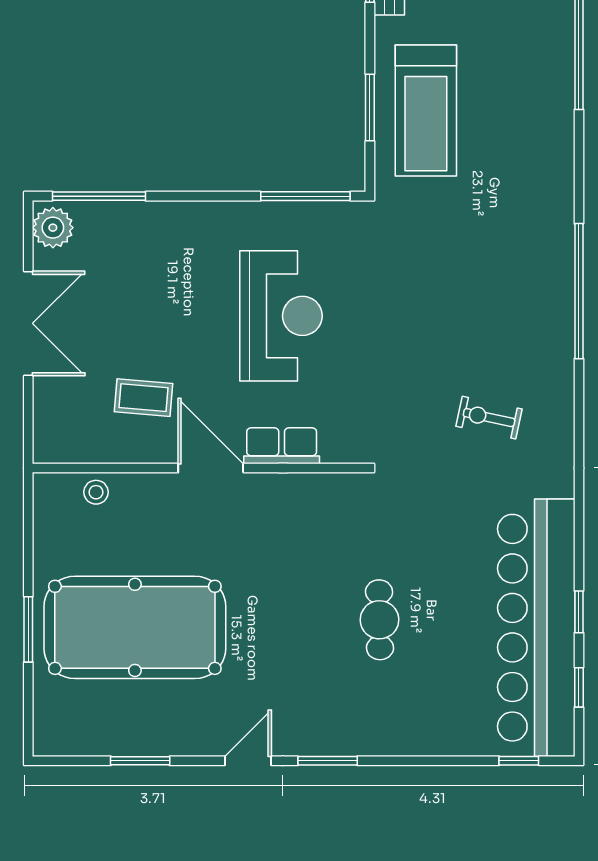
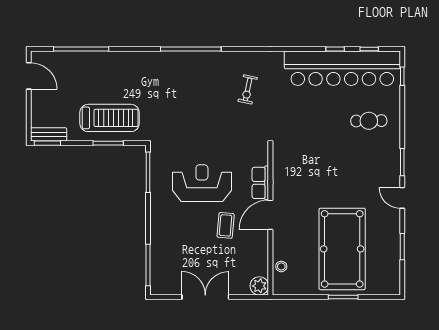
plant: (53, 228) -> (259, 286), moved
coffee table: (144, 398) -> (226, 225), moved
cafe table: (379, 620) -> (369, 121), moved

